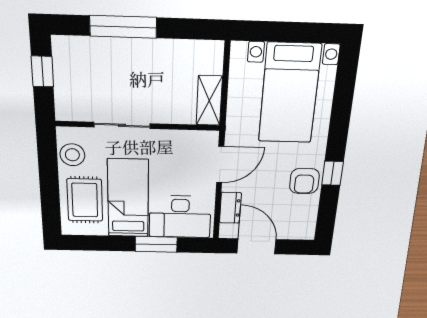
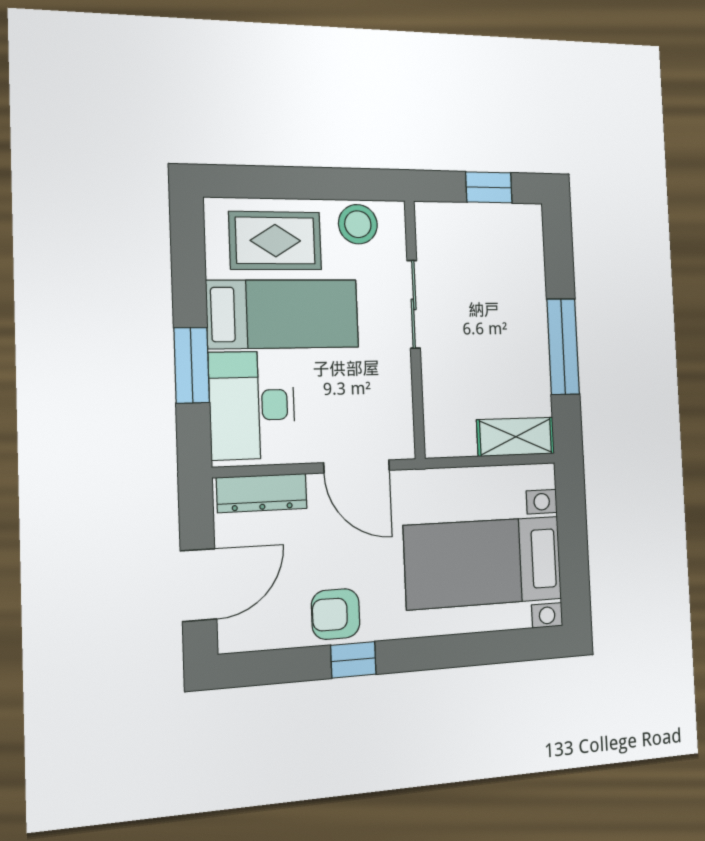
window: (123, 27) -> (563, 347), moved
shelving: (209, 101) -> (516, 437), moved
dresser: (230, 208) -> (262, 493), width x1.44
door: (257, 246) -> (199, 585), moved

